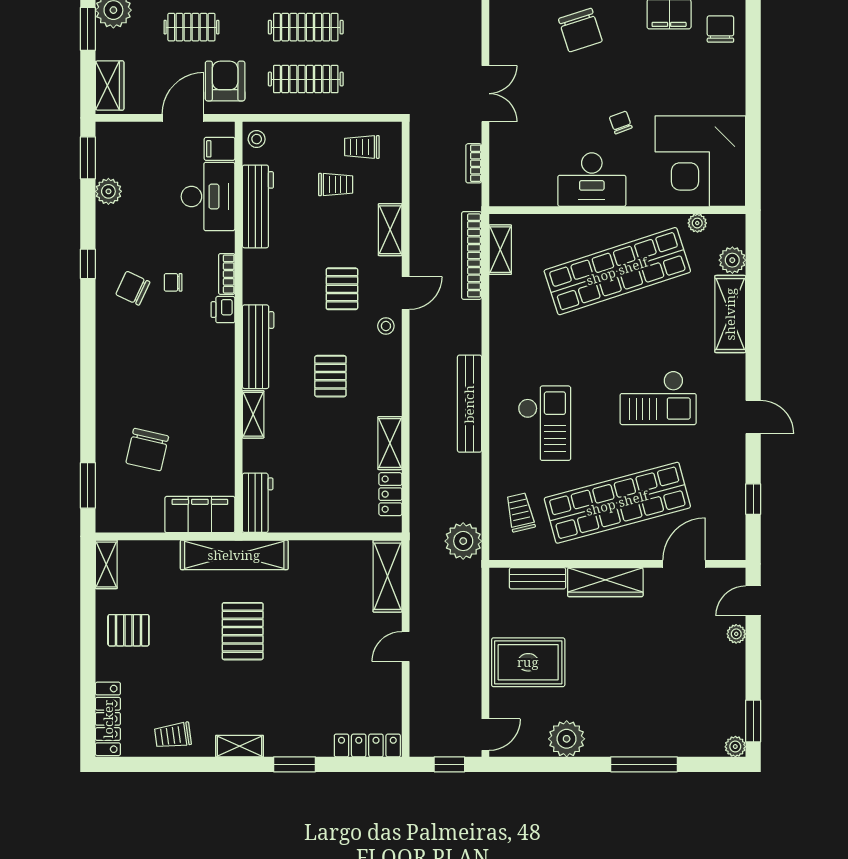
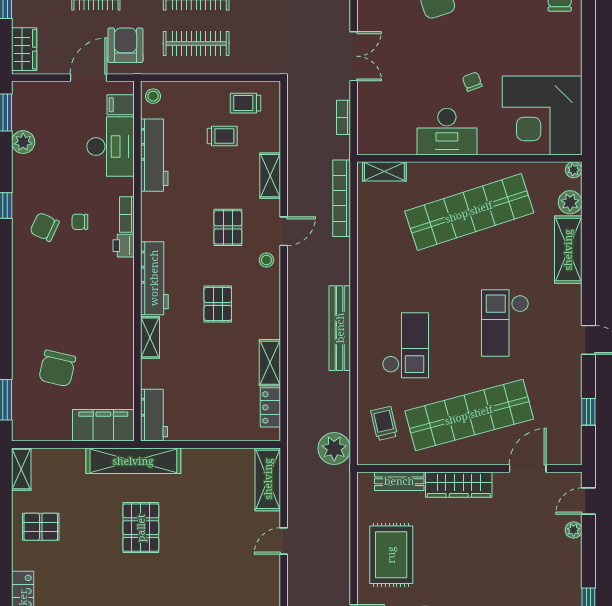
plant: (697, 223) -> (574, 170), moved
shelving: (500, 250) -> (384, 171), moved, turned 90
checkout: (658, 398) -> (505, 323), turned 90
rug: (528, 662) -> (391, 555), turned 90

